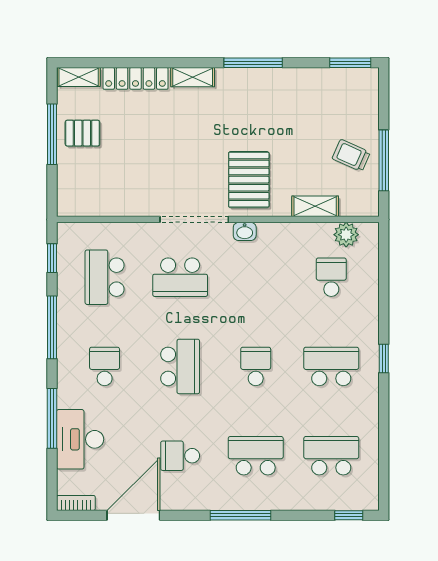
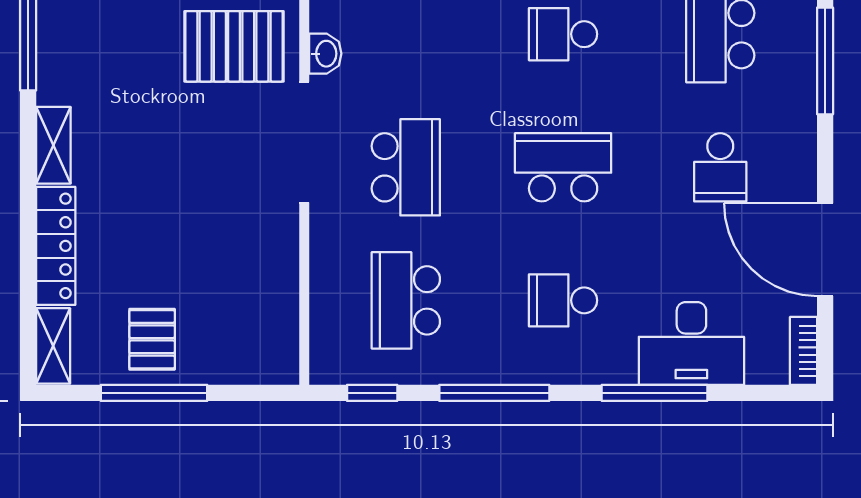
school desk: (105, 277) -> (406, 300), turned 90

